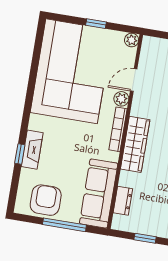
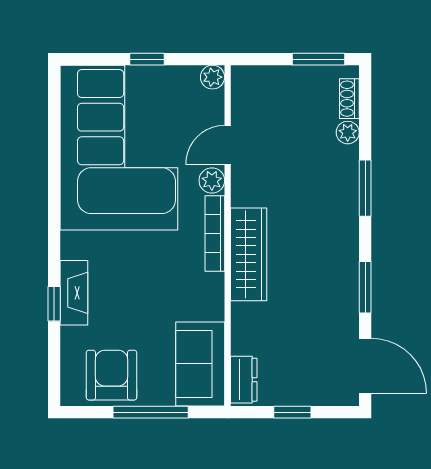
sofa: (99, 193) -> (200, 364), width x0.73
dresser: (123, 201) -> (244, 380), moved

